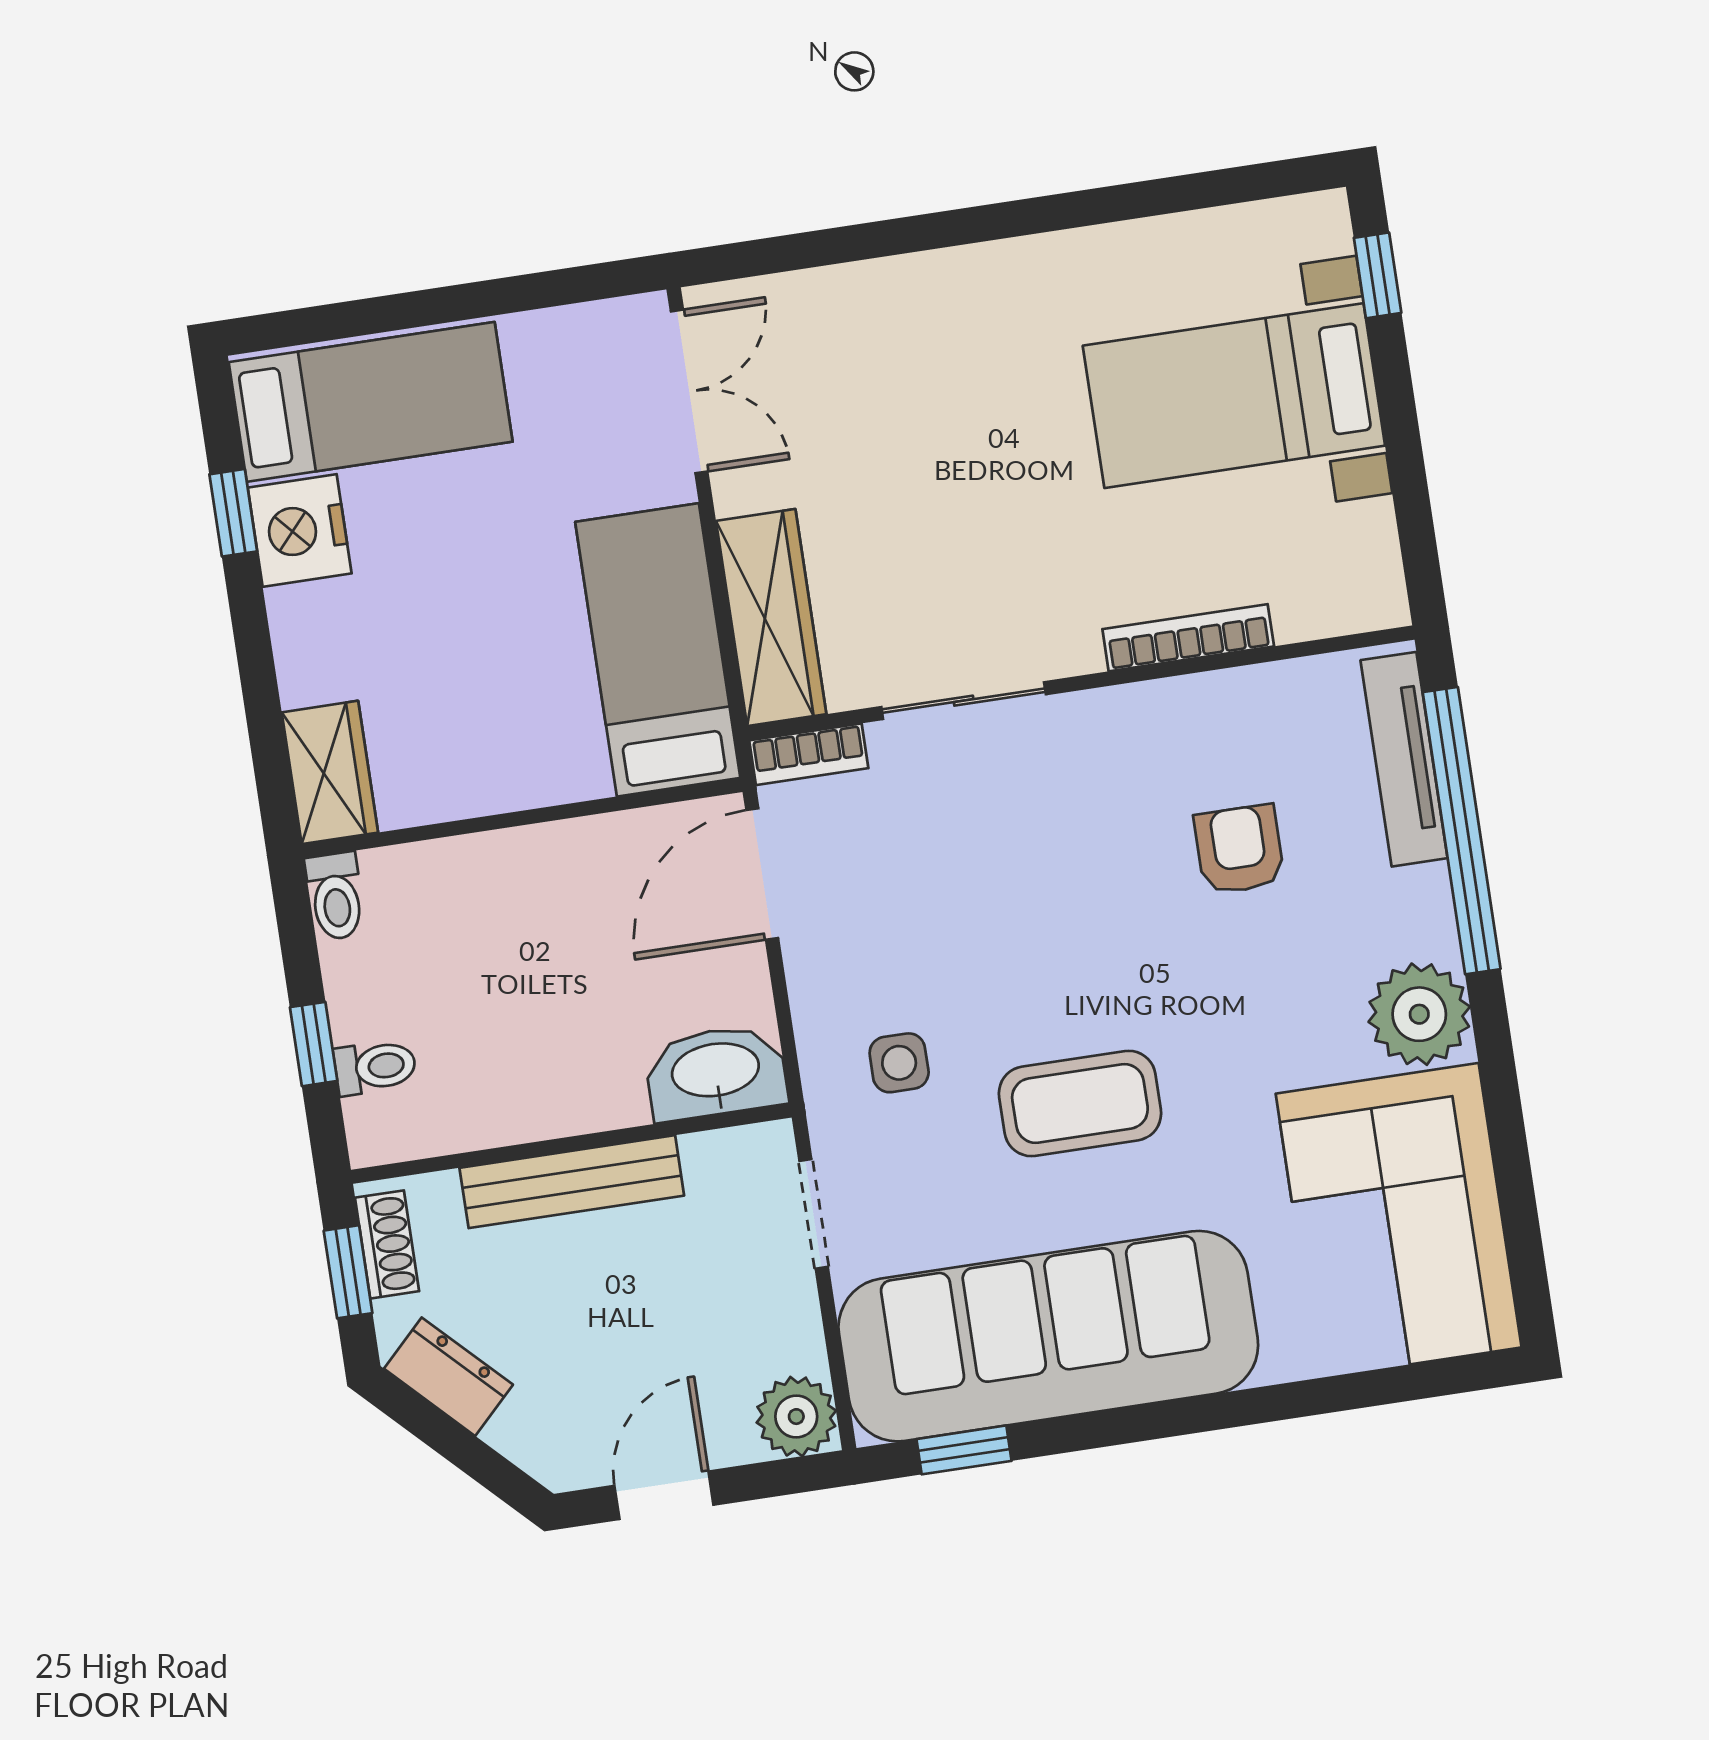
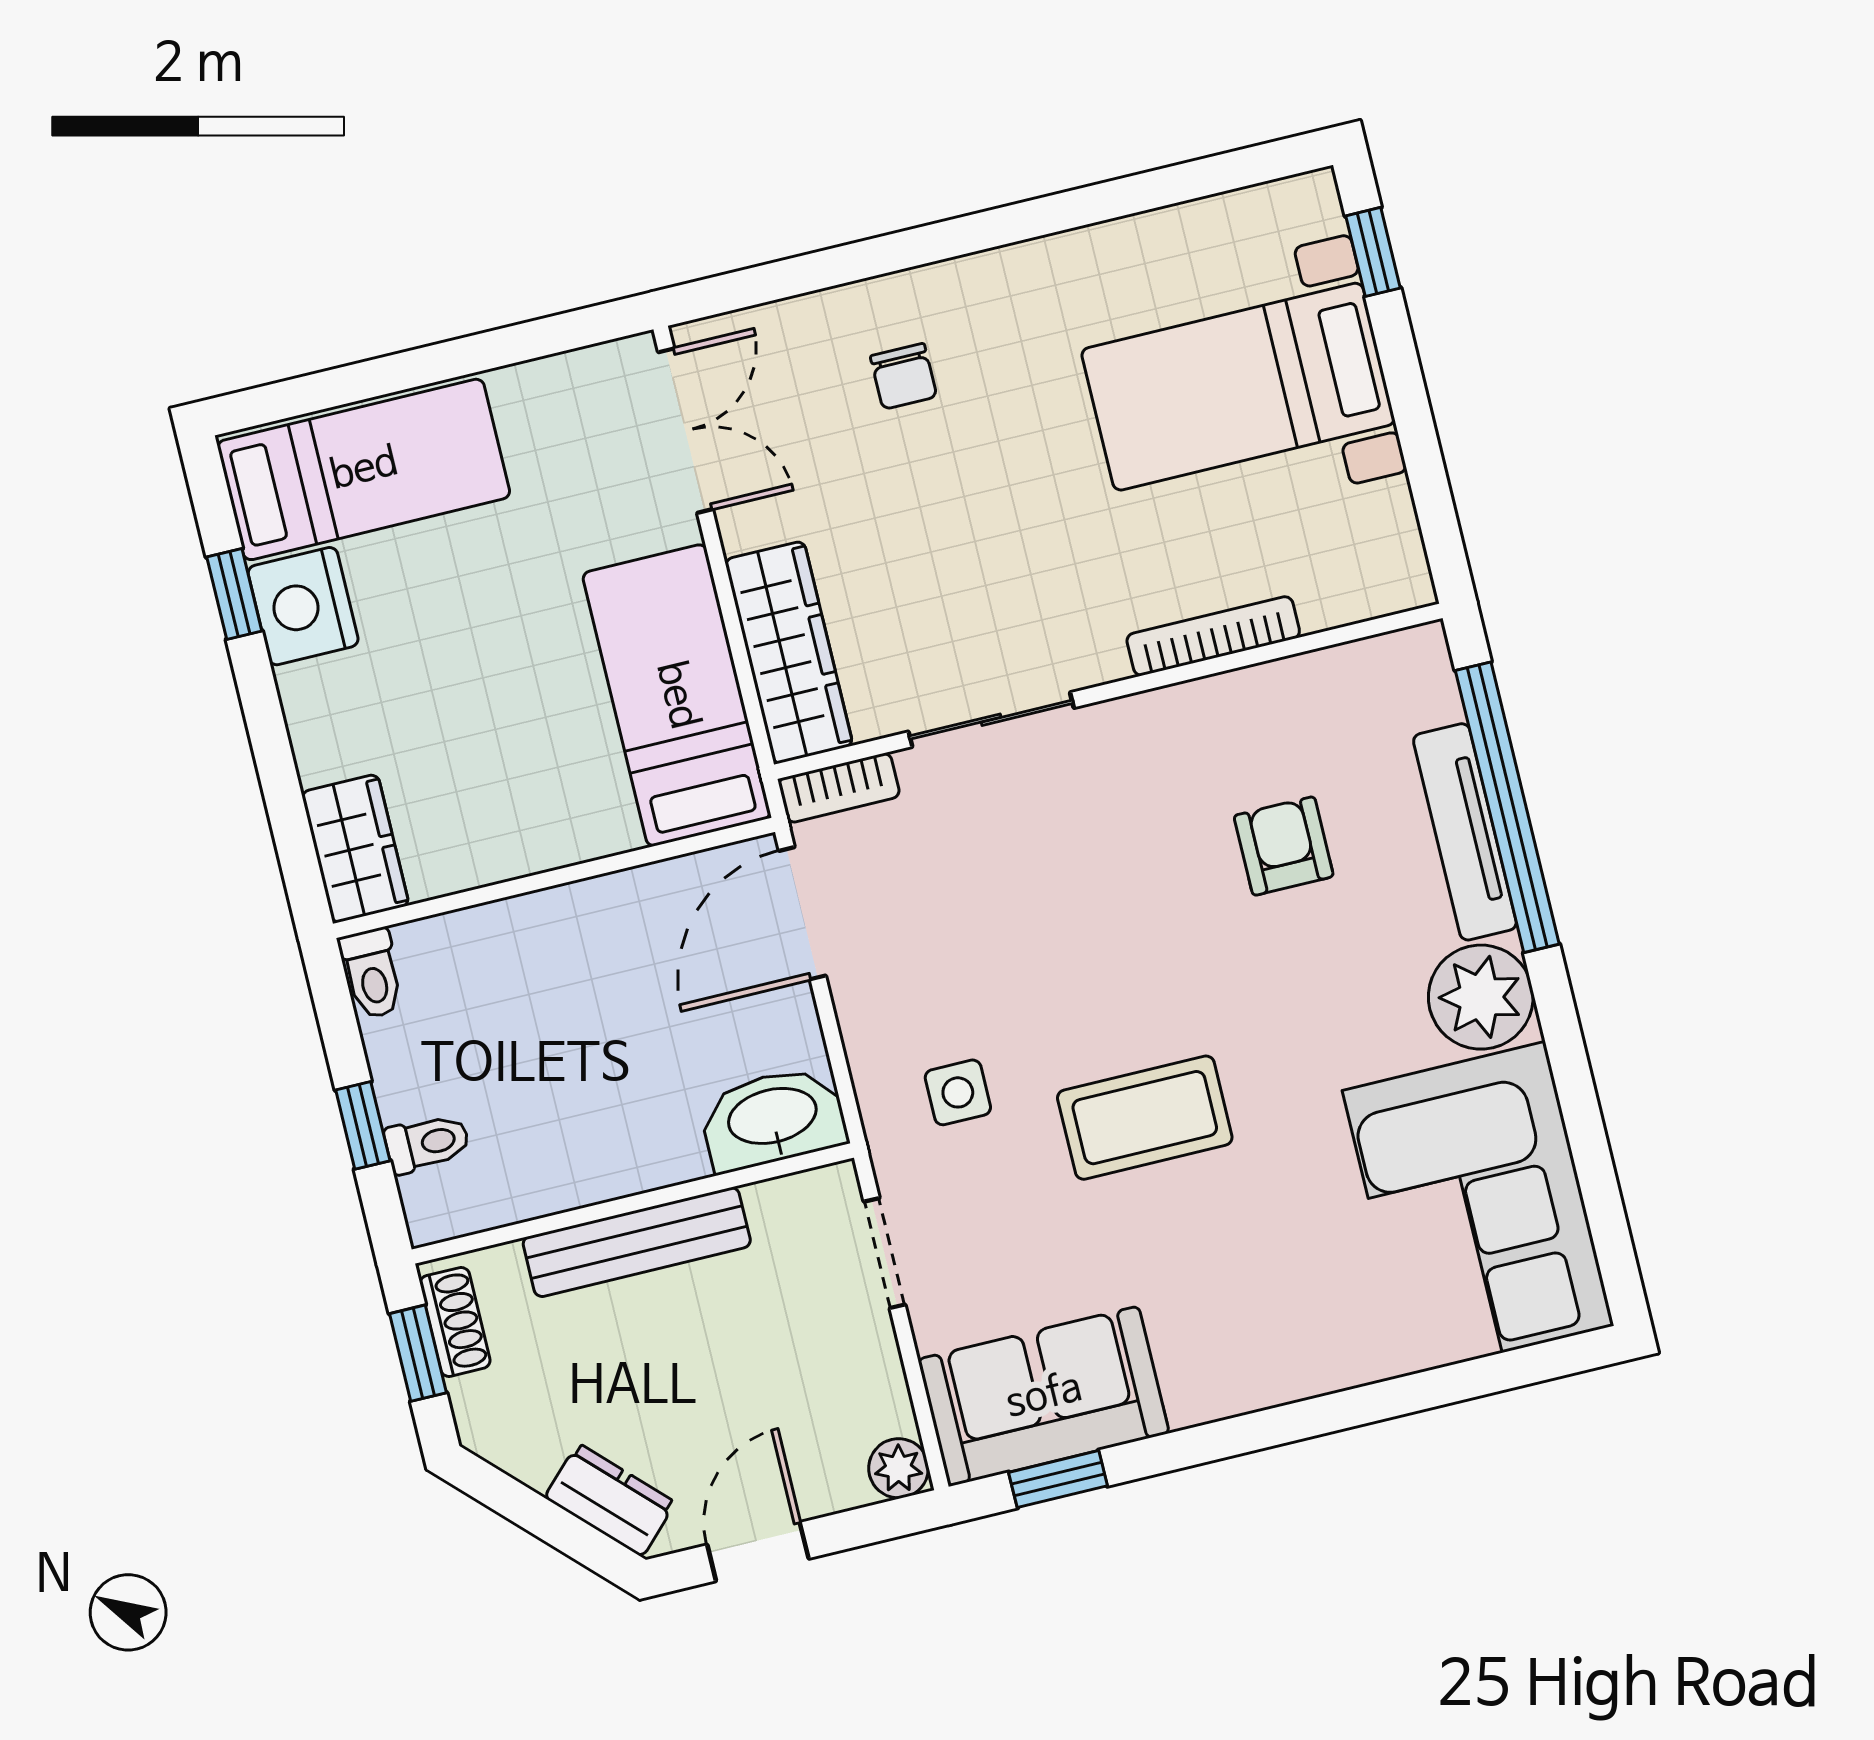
chair: (907, 357) -> (904, 376), added
tv unit: (1404, 759) -> (1465, 832), moved
sofa: (1048, 1336) -> (1044, 1396), width x0.54, depth x0.79
dresser: (448, 1377) -> (610, 1500), moved
plant: (796, 1417) -> (899, 1468), width x0.73, depth x0.73

